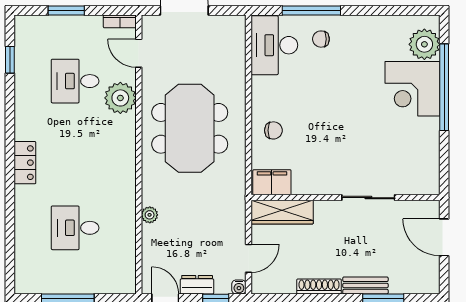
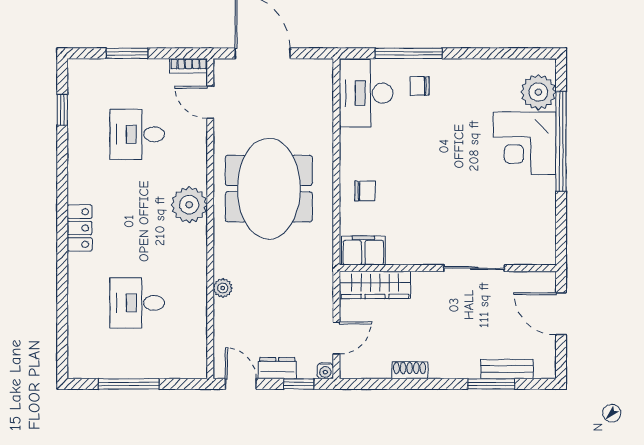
plant: (120, 98) -> (189, 205), moved
bench: (365, 285) -> (507, 369), moved
shoe rack: (319, 286) -> (410, 370), width x0.70

